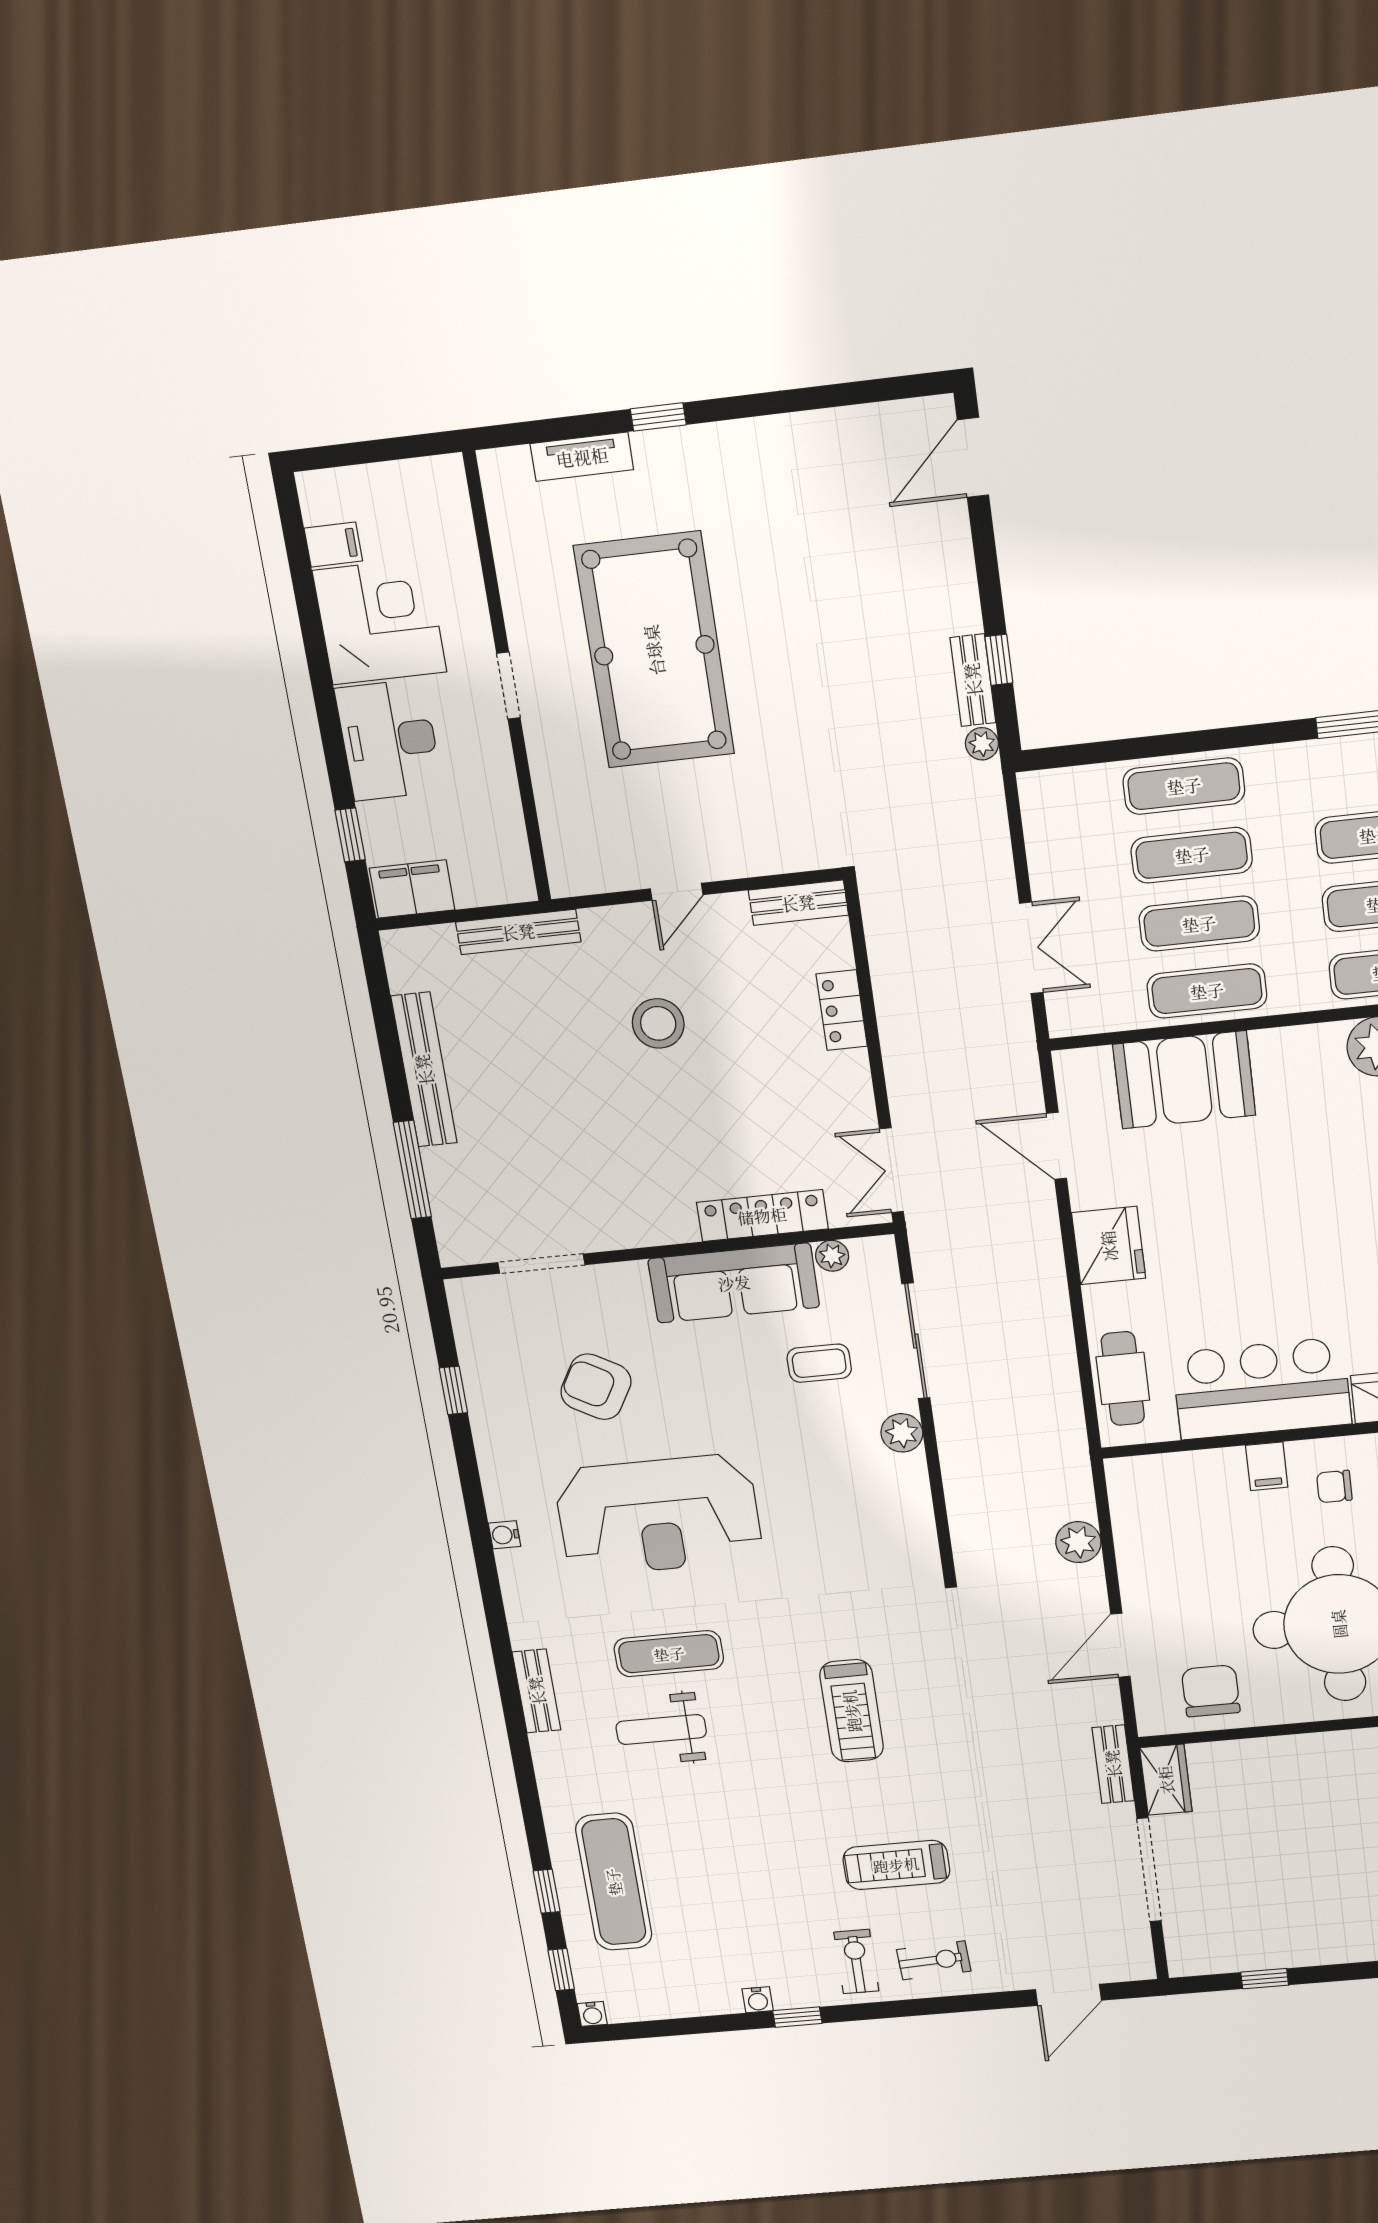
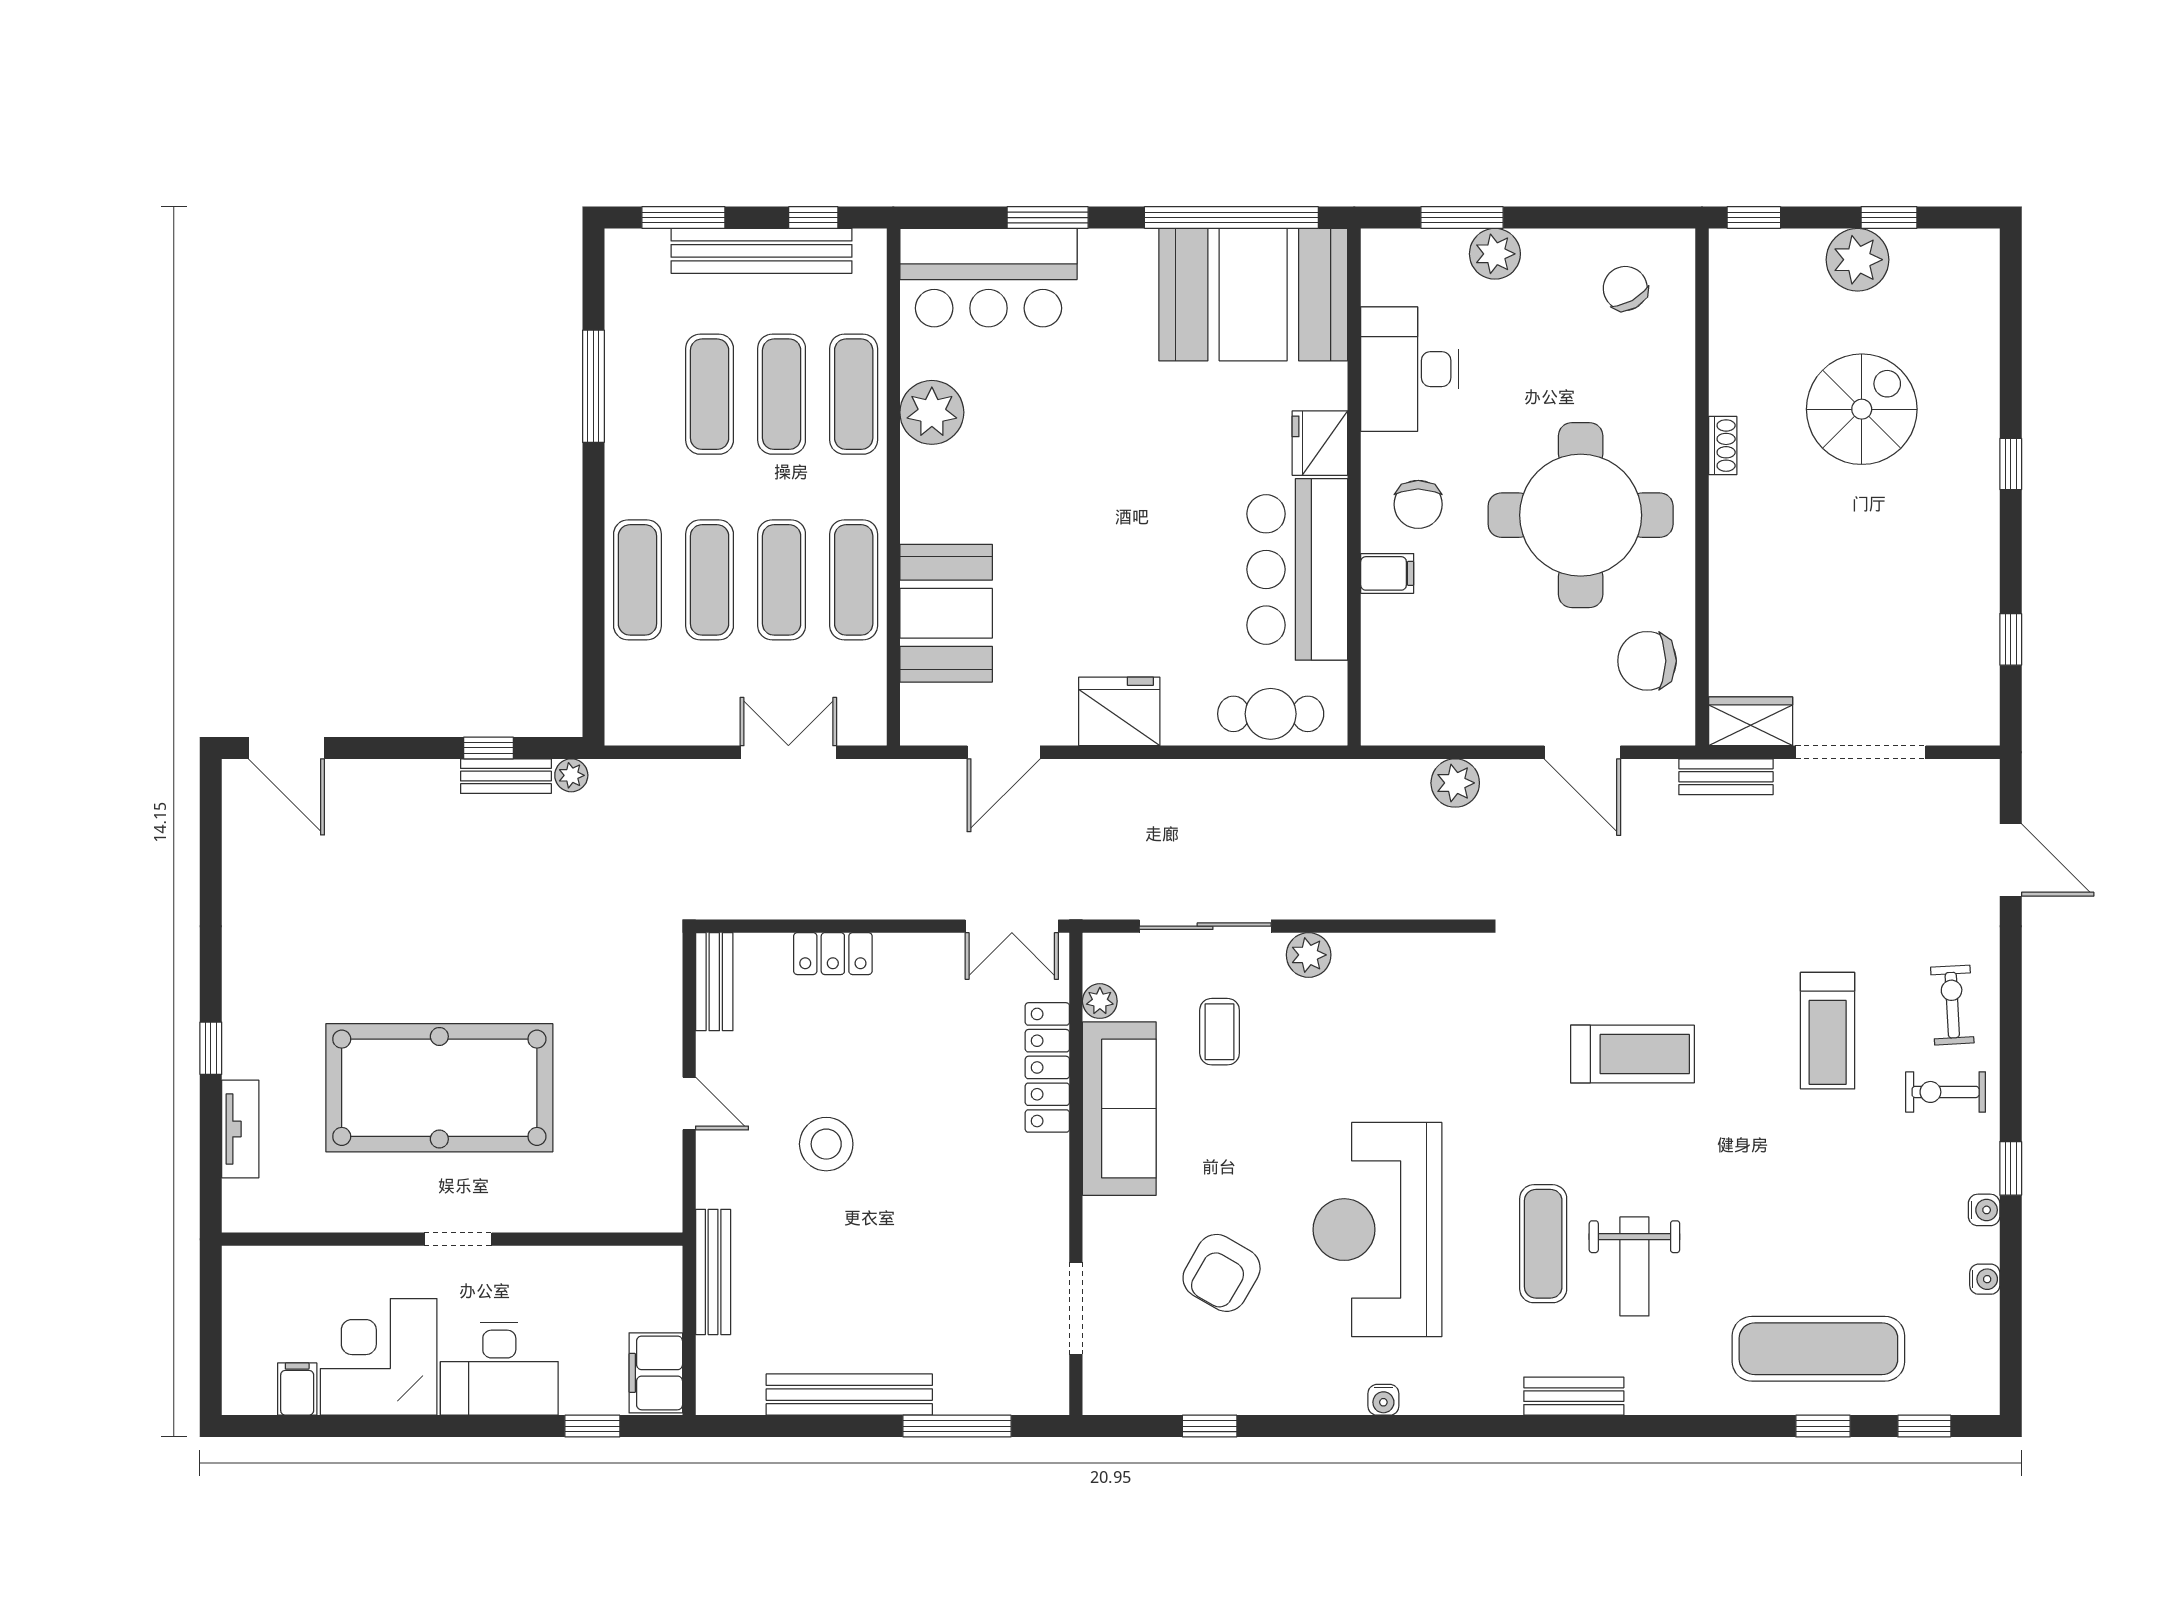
chair: (1334, 1487) -> (1418, 504), width x1.37, depth x1.37
reception desk: (658, 1515) -> (1377, 1230), turned 180
water cooler: (592, 2014) -> (1985, 1279), moved

